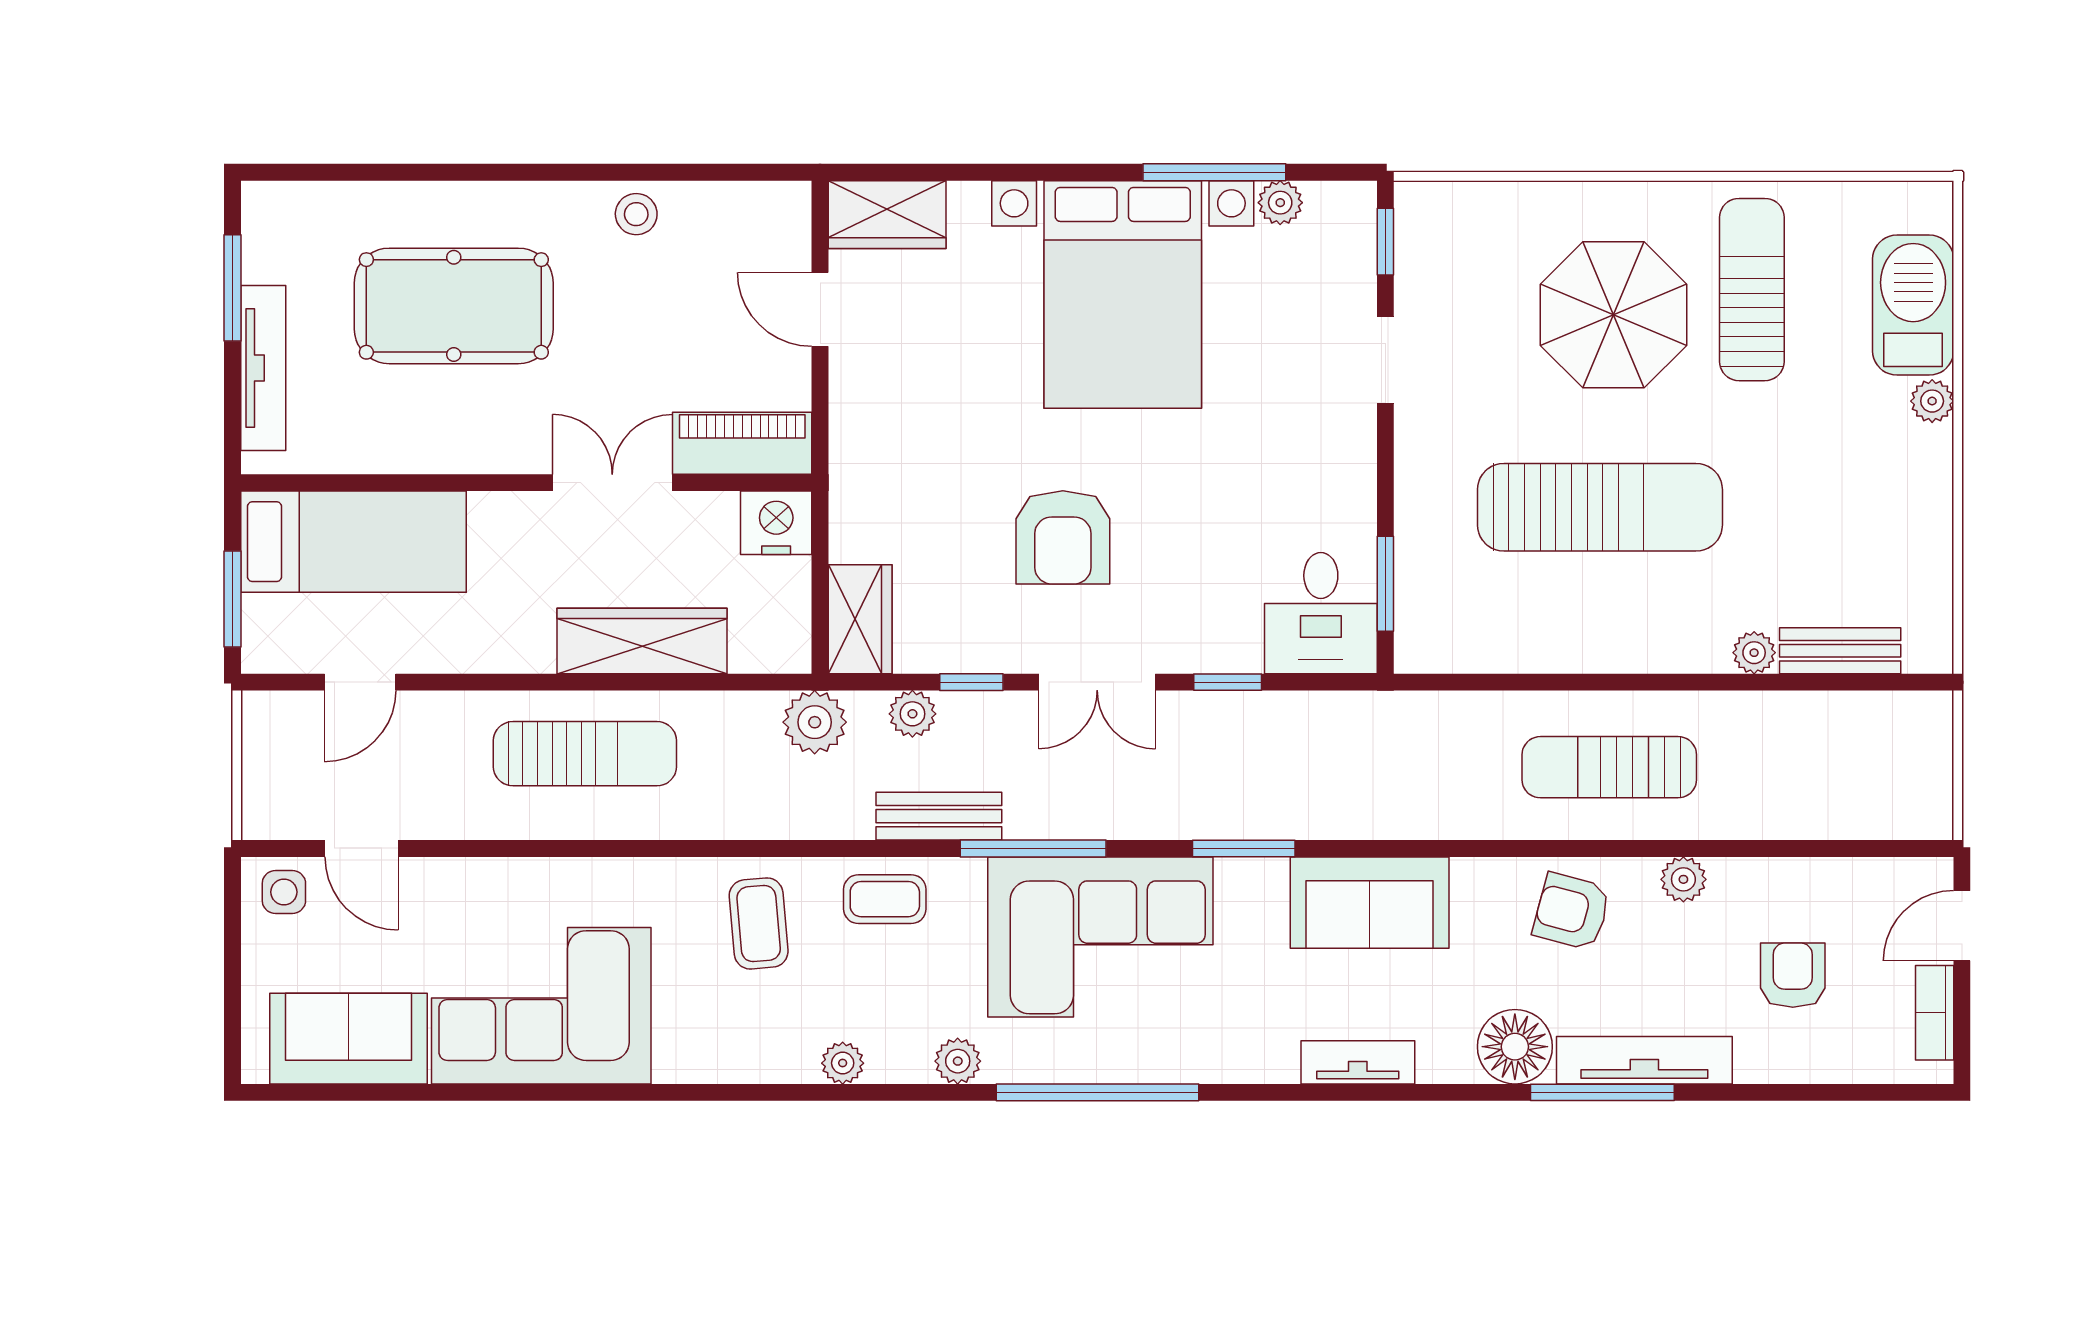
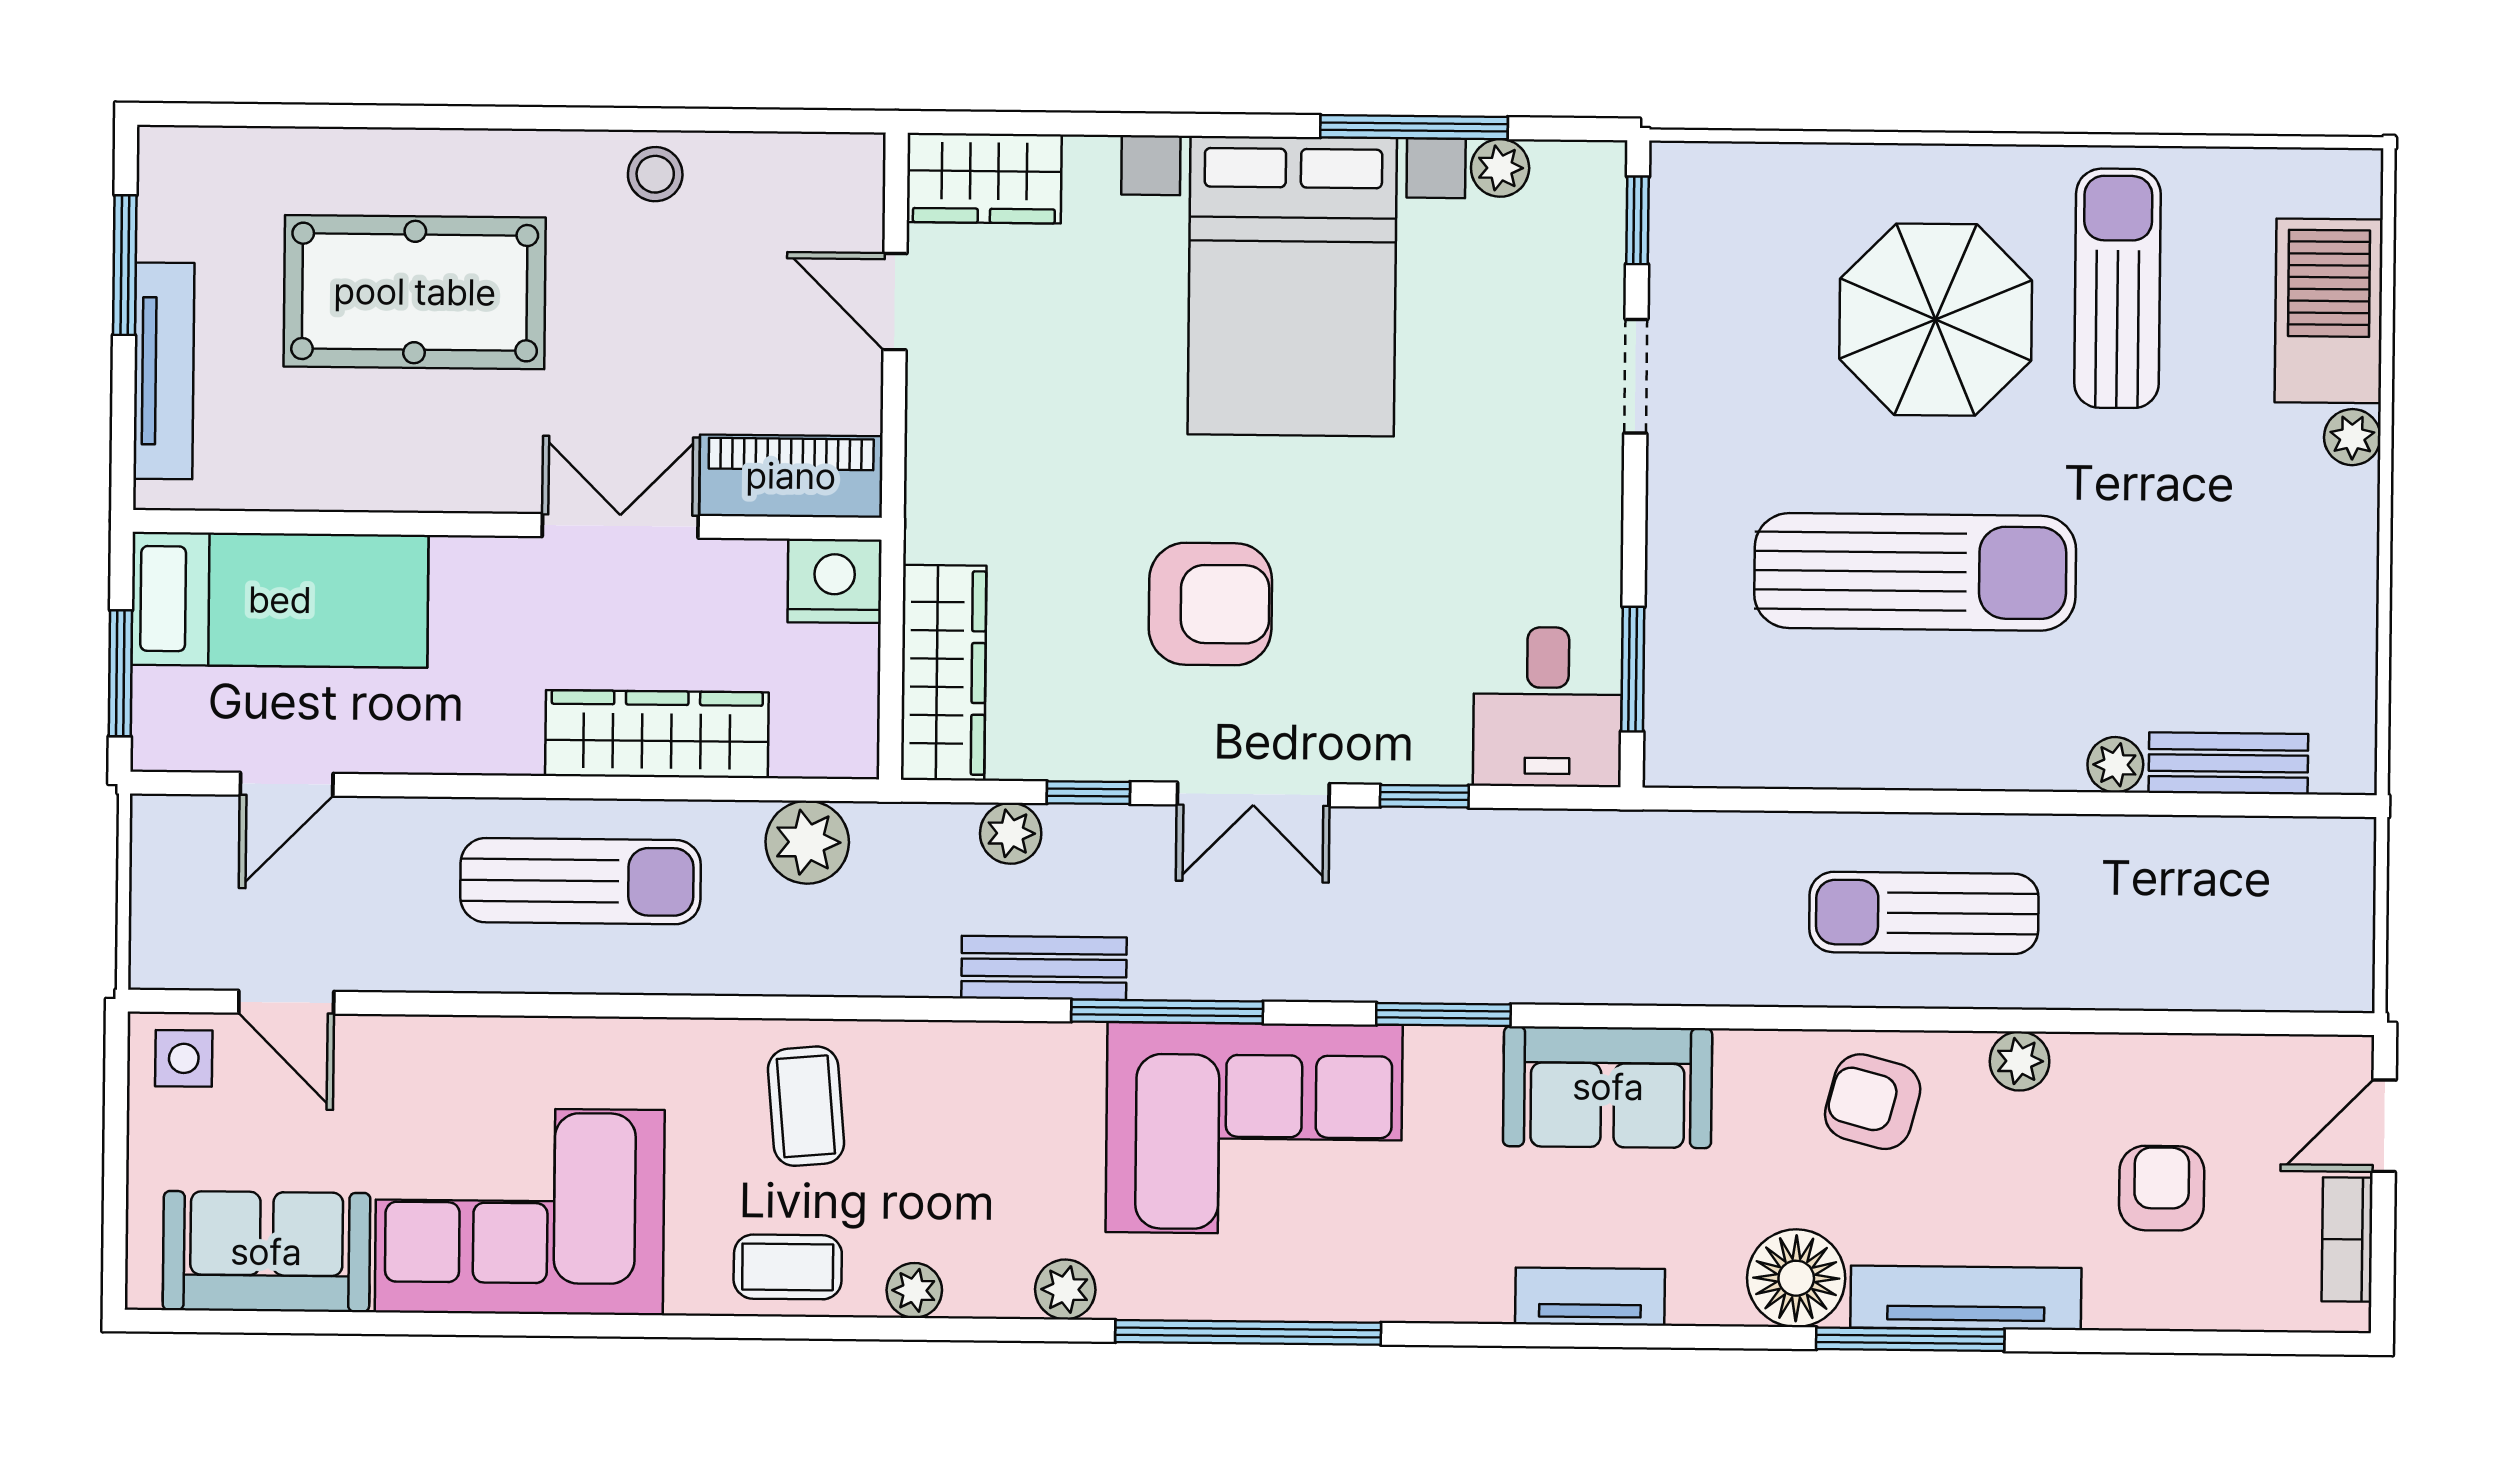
armchair: (1063, 537) -> (1210, 604), turned -90
wardrobe: (860, 619) -> (944, 673), width x1.50
plant: (815, 722) -> (807, 842), moved
coffee table: (885, 899) -> (788, 1267), moved

